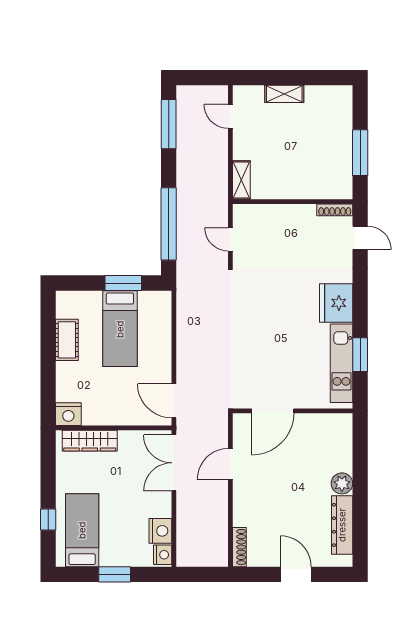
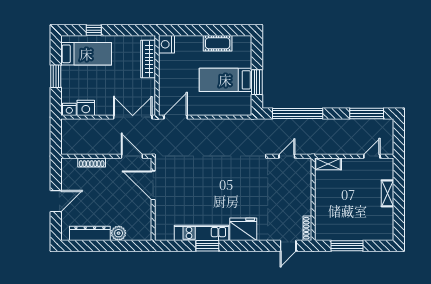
door: (273, 411) -> (153, 185), moved
wall: (293, 411) -> (153, 199), moved
shoe rack: (239, 547) -> (92, 162), moved

